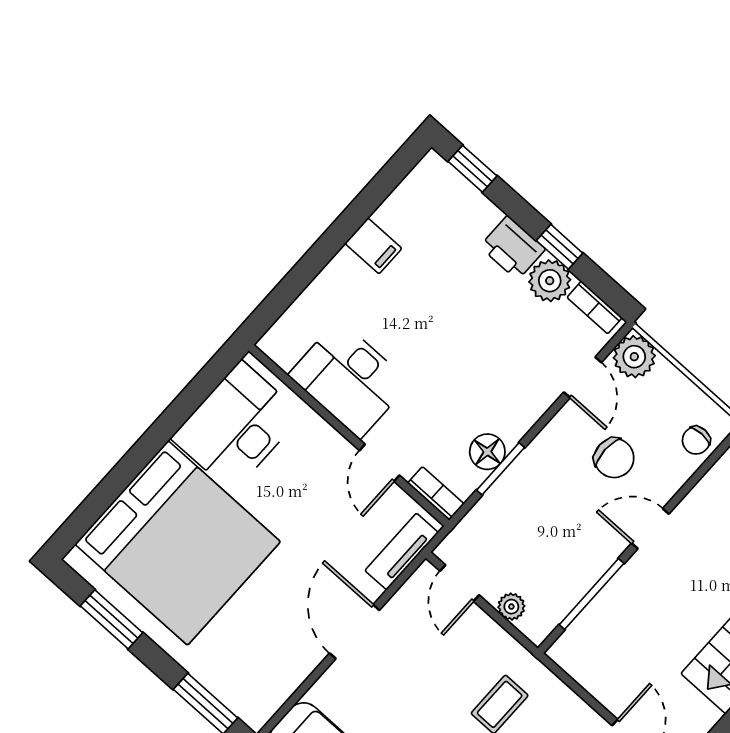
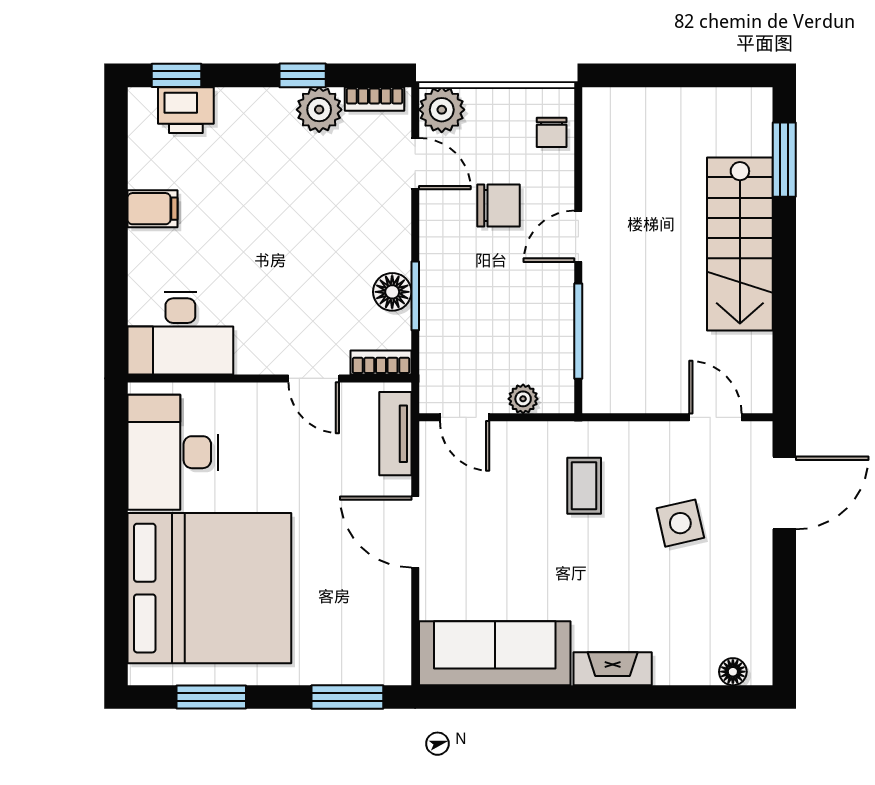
printer: (513, 248) -> (186, 110), moved
desk: (349, 379) -> (180, 333), moved

